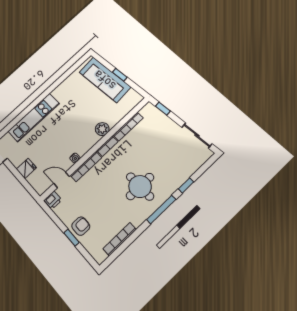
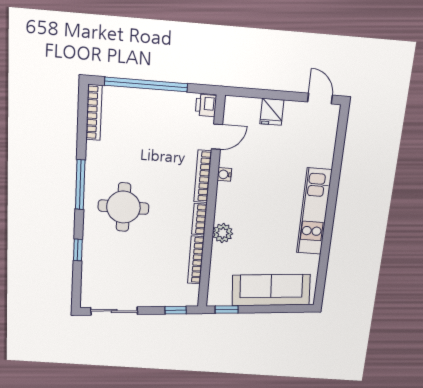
window: (120, 75) -> (227, 309), moved
kitchen unit: (34, 117) -> (314, 212), moved
window: (161, 210) -> (80, 185), moved
armchair: (81, 226) -> (148, 107), removed
window: (71, 238) -> (146, 84), width x3.17
bookcase: (120, 239) -> (94, 112), moved

